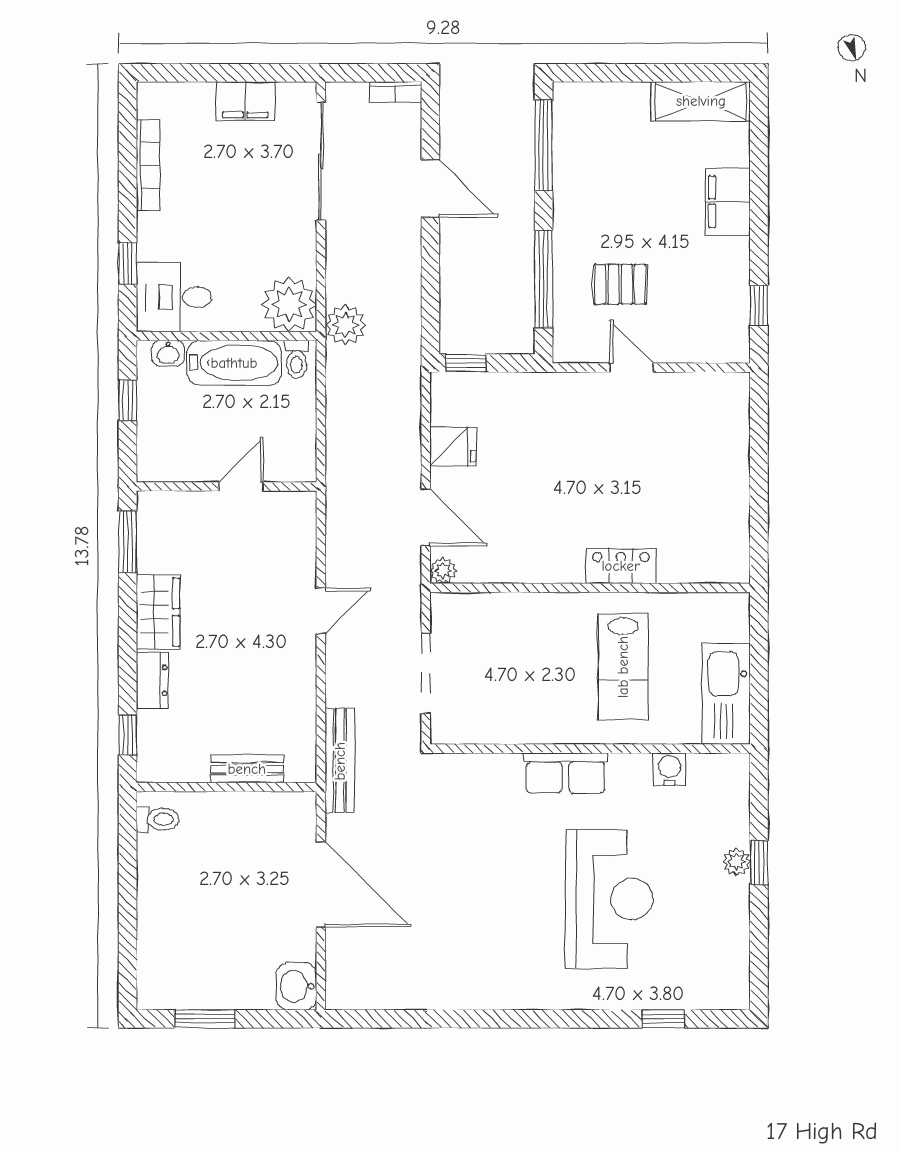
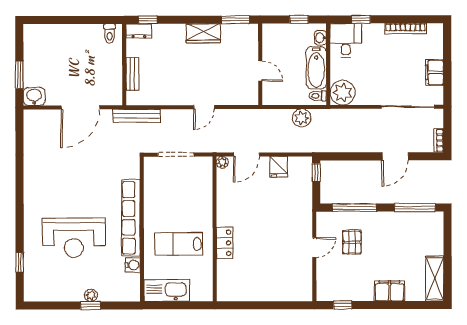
plant: (345, 325) -> (302, 118), moved
door: (321, 611) -> (204, 107), hinge flipped
dresser: (152, 680) -> (139, 31), moved
row of seats: (565, 773) -> (131, 218), width x2.02
window: (205, 1019) -> (19, 75), moved

